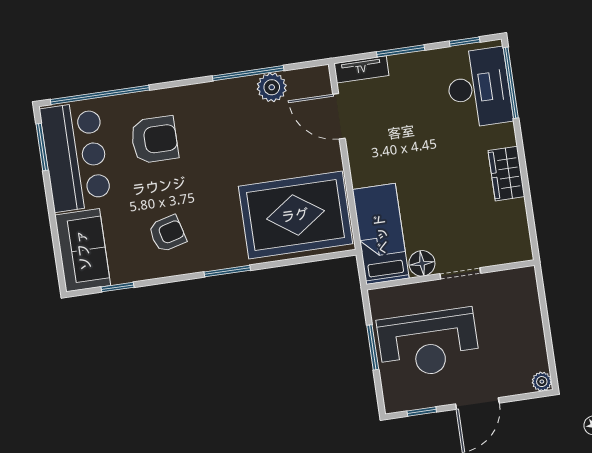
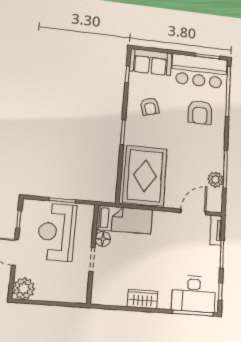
plant: (542, 382) -> (24, 288), width x1.88, depth x1.88

